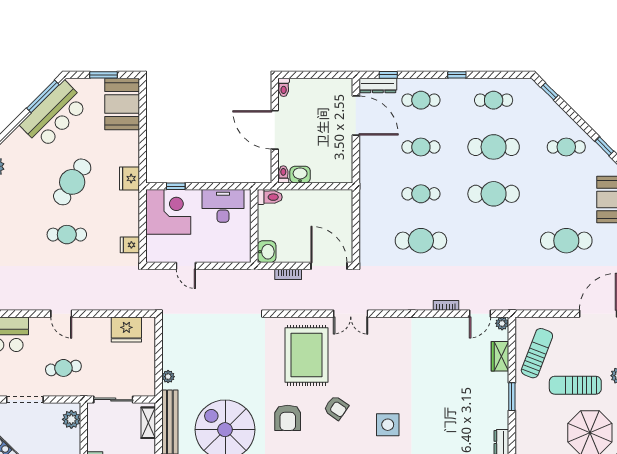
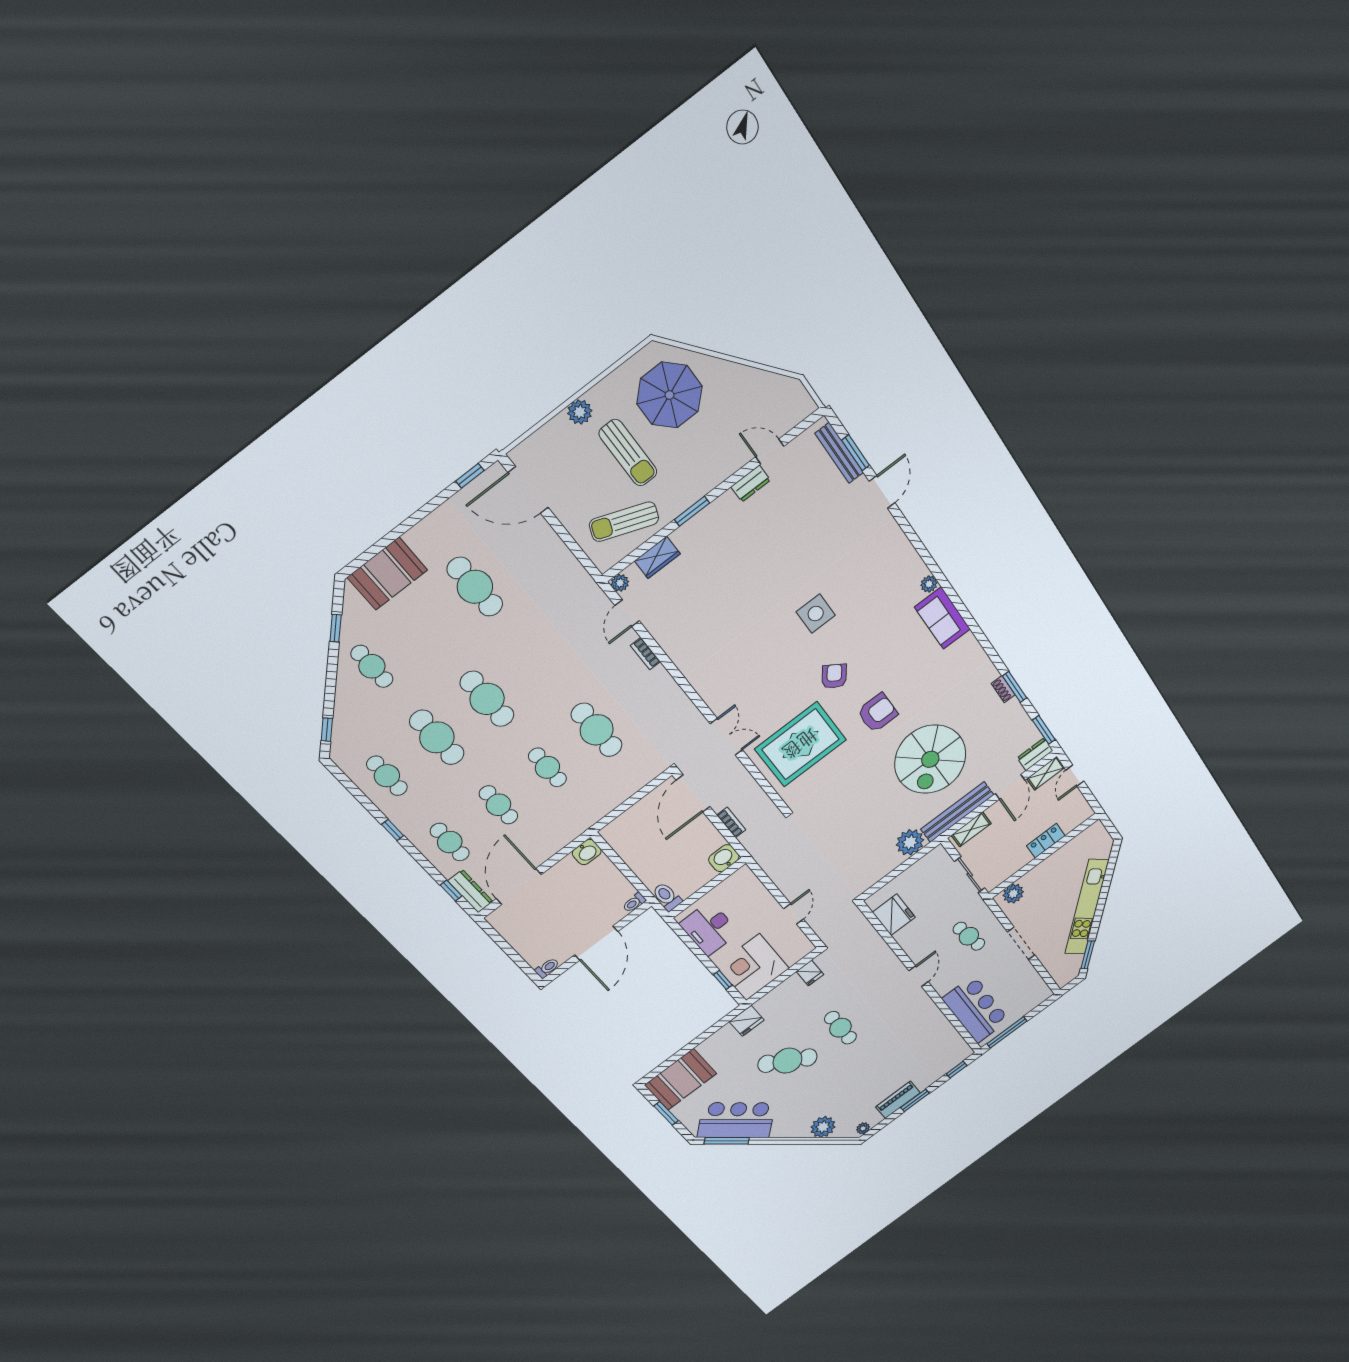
washbasin: (300, 175) -> (587, 852), moved, turned -90
door: (480, 314) -> (627, 613), swing flipped
plant: (168, 377) -> (910, 842), width x1.88, depth x1.88

